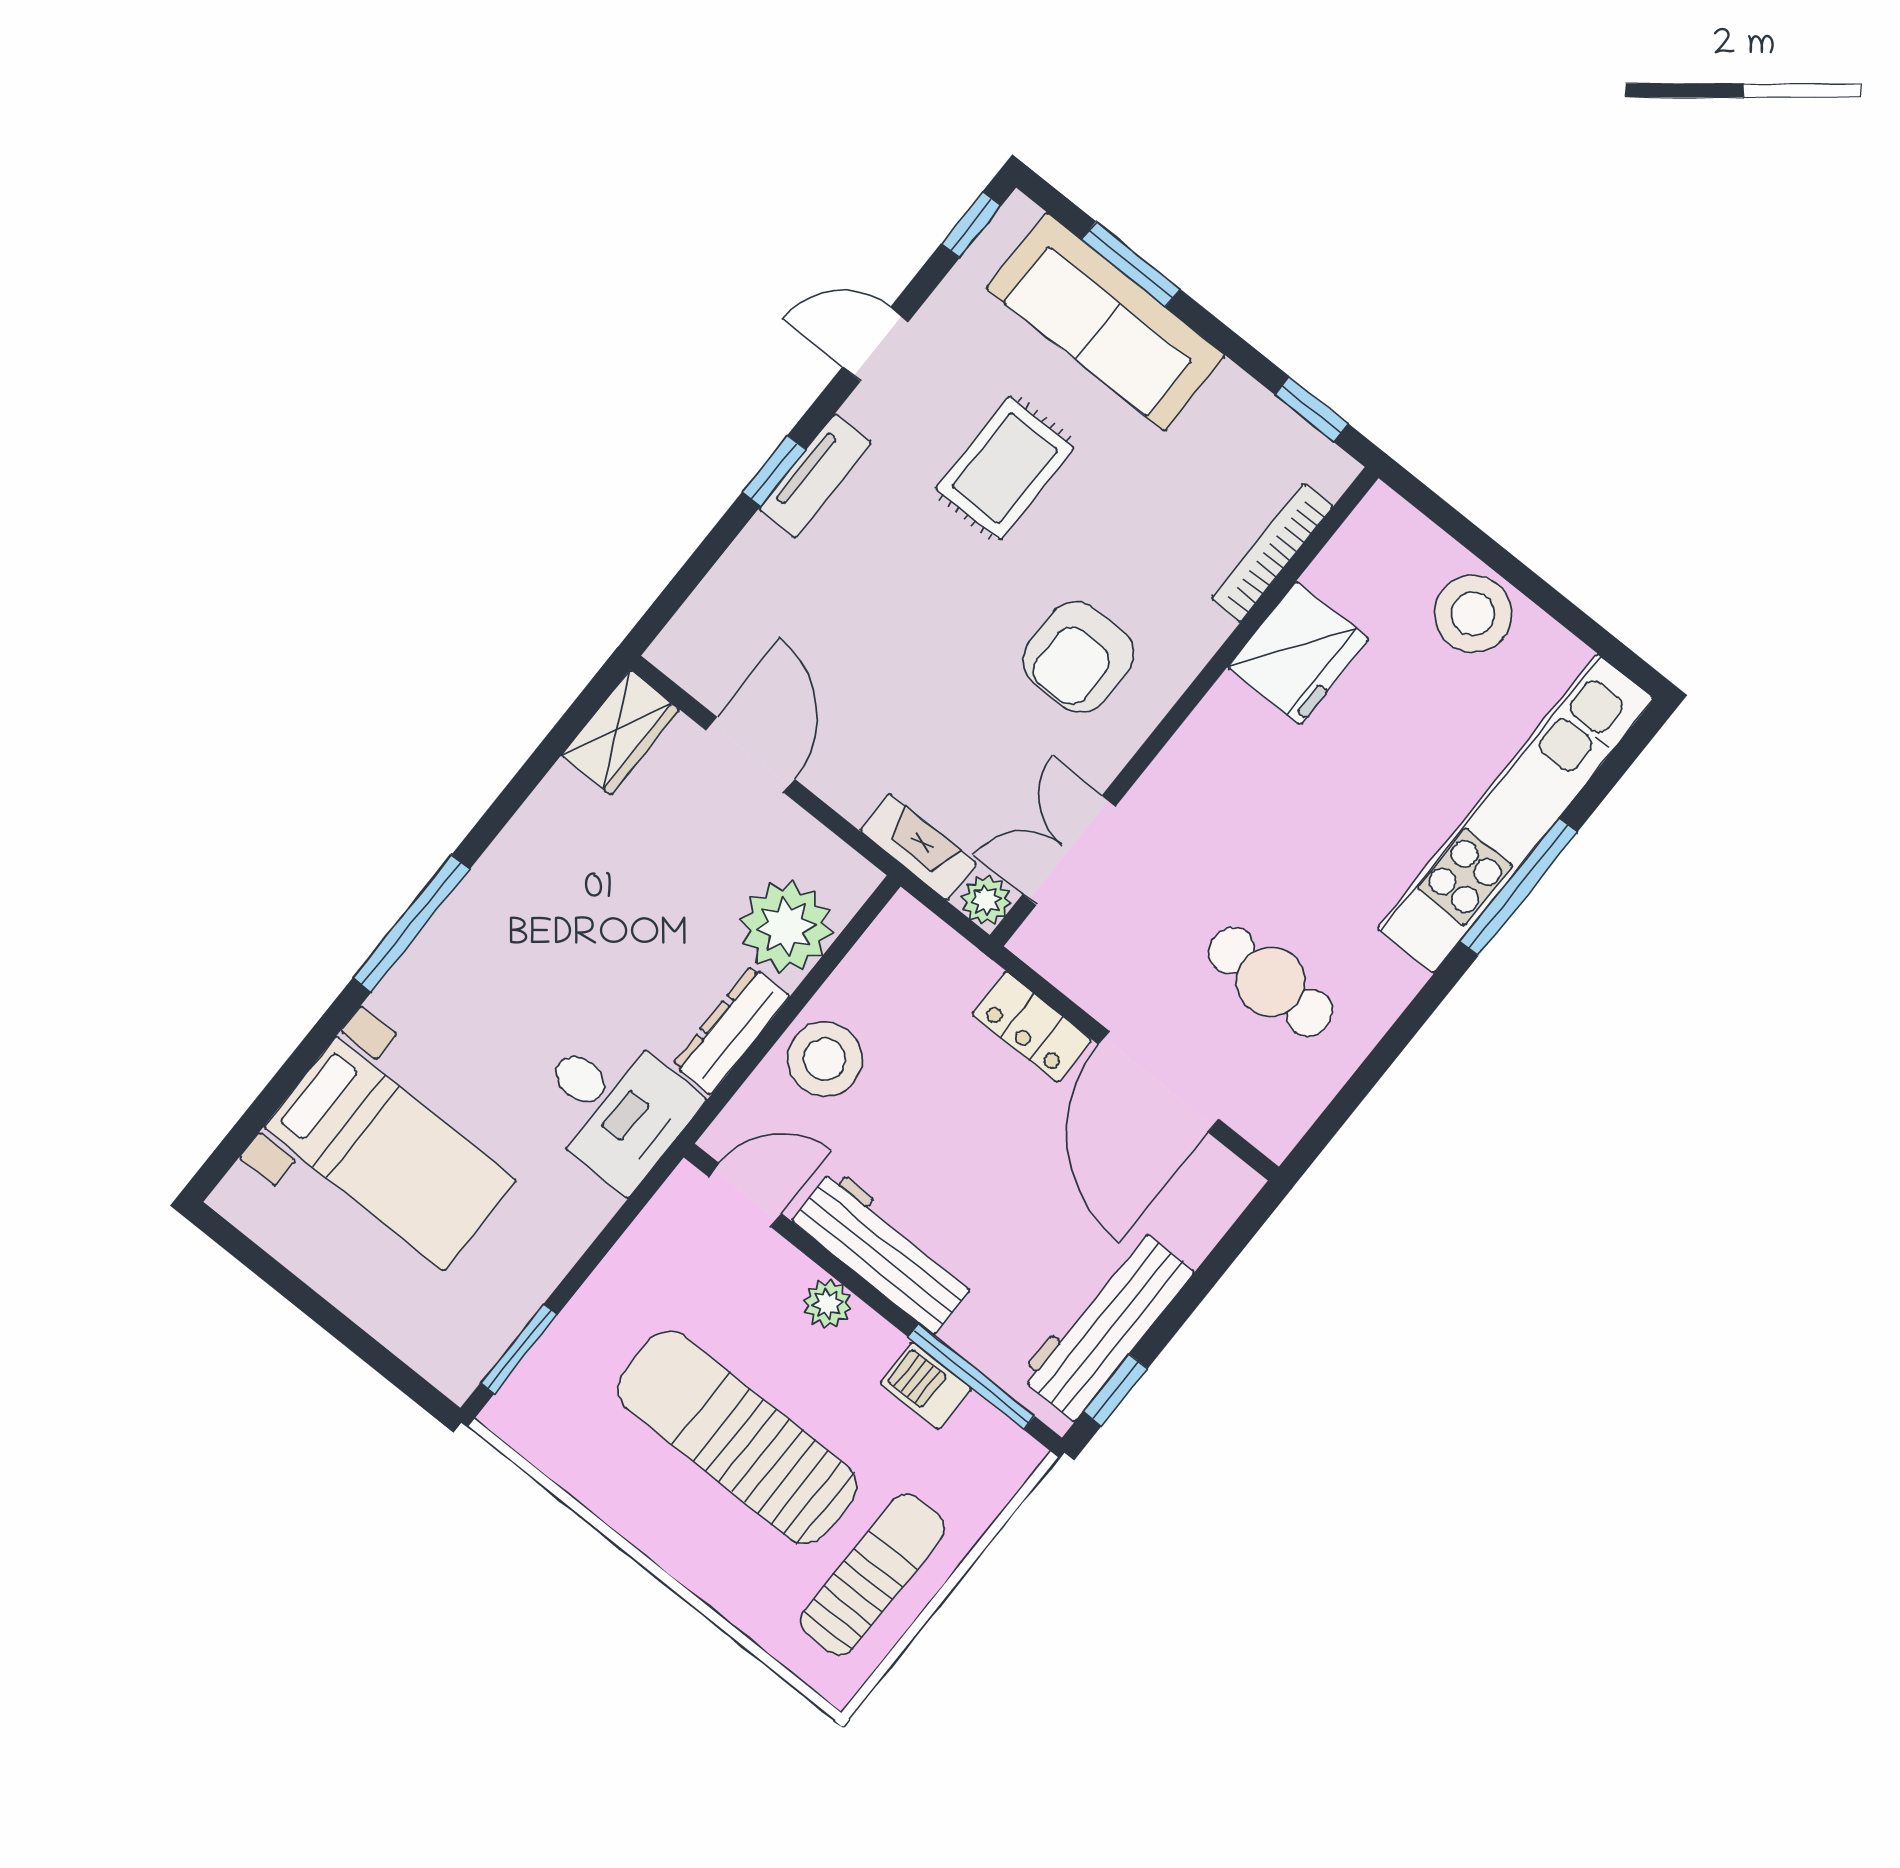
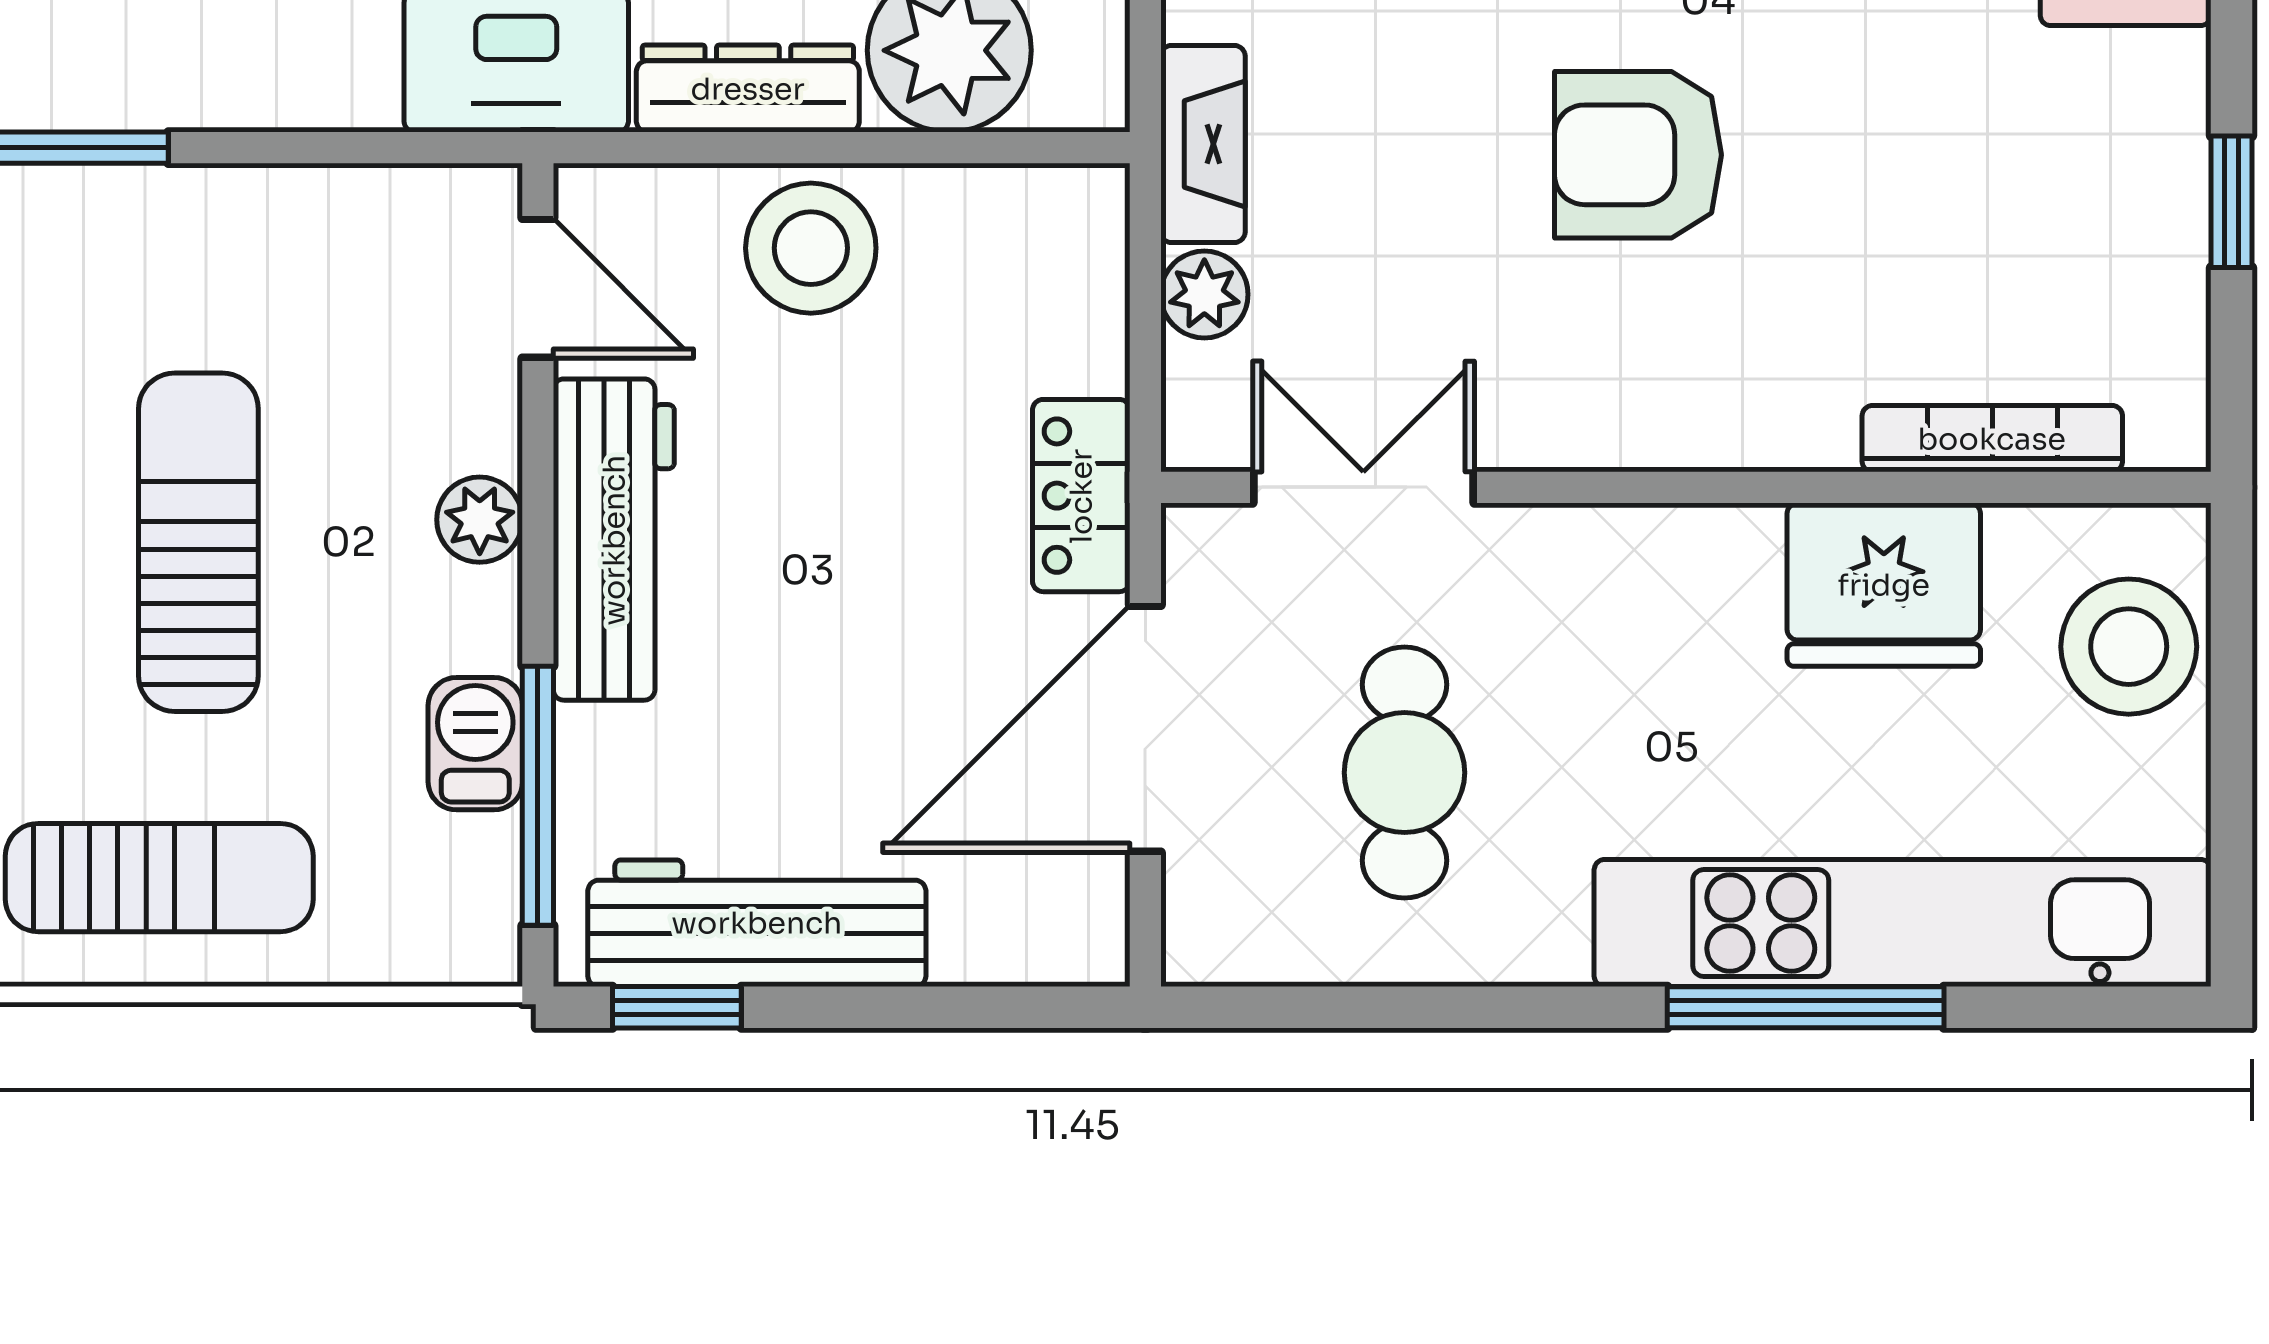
bookcase: (1272, 553) -> (1992, 439), moved
fridge: (1298, 653) -> (1884, 585), moved
wall: (1184, 707) -> (1686, 487), moved
double door: (1069, 850) -> (1363, 487), moved
sun lounger: (737, 1437) -> (198, 542), width x0.73, depth x0.75

